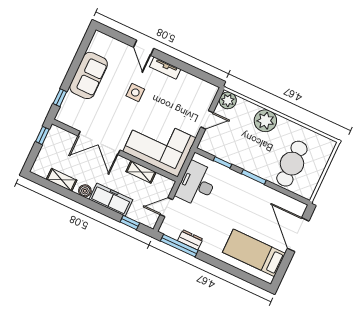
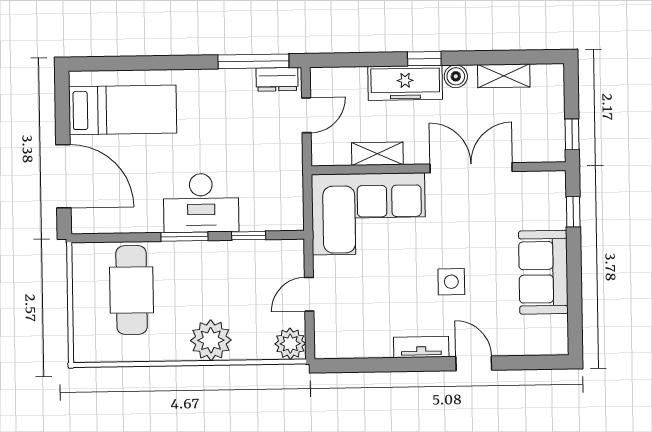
desk: (197, 184) -> (201, 203), moved, turned 90
window: (130, 223) -> (424, 59), moved
dresser: (190, 240) -> (277, 79), moved

